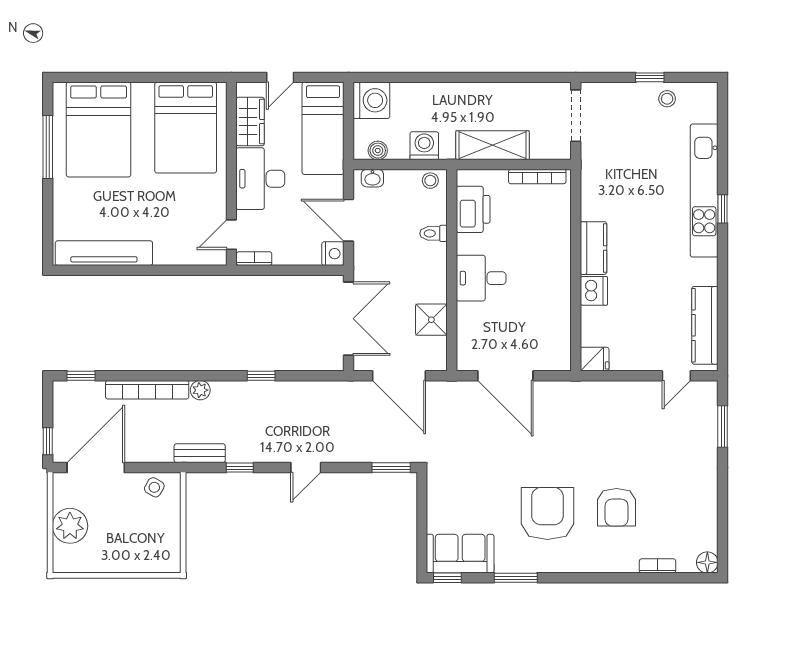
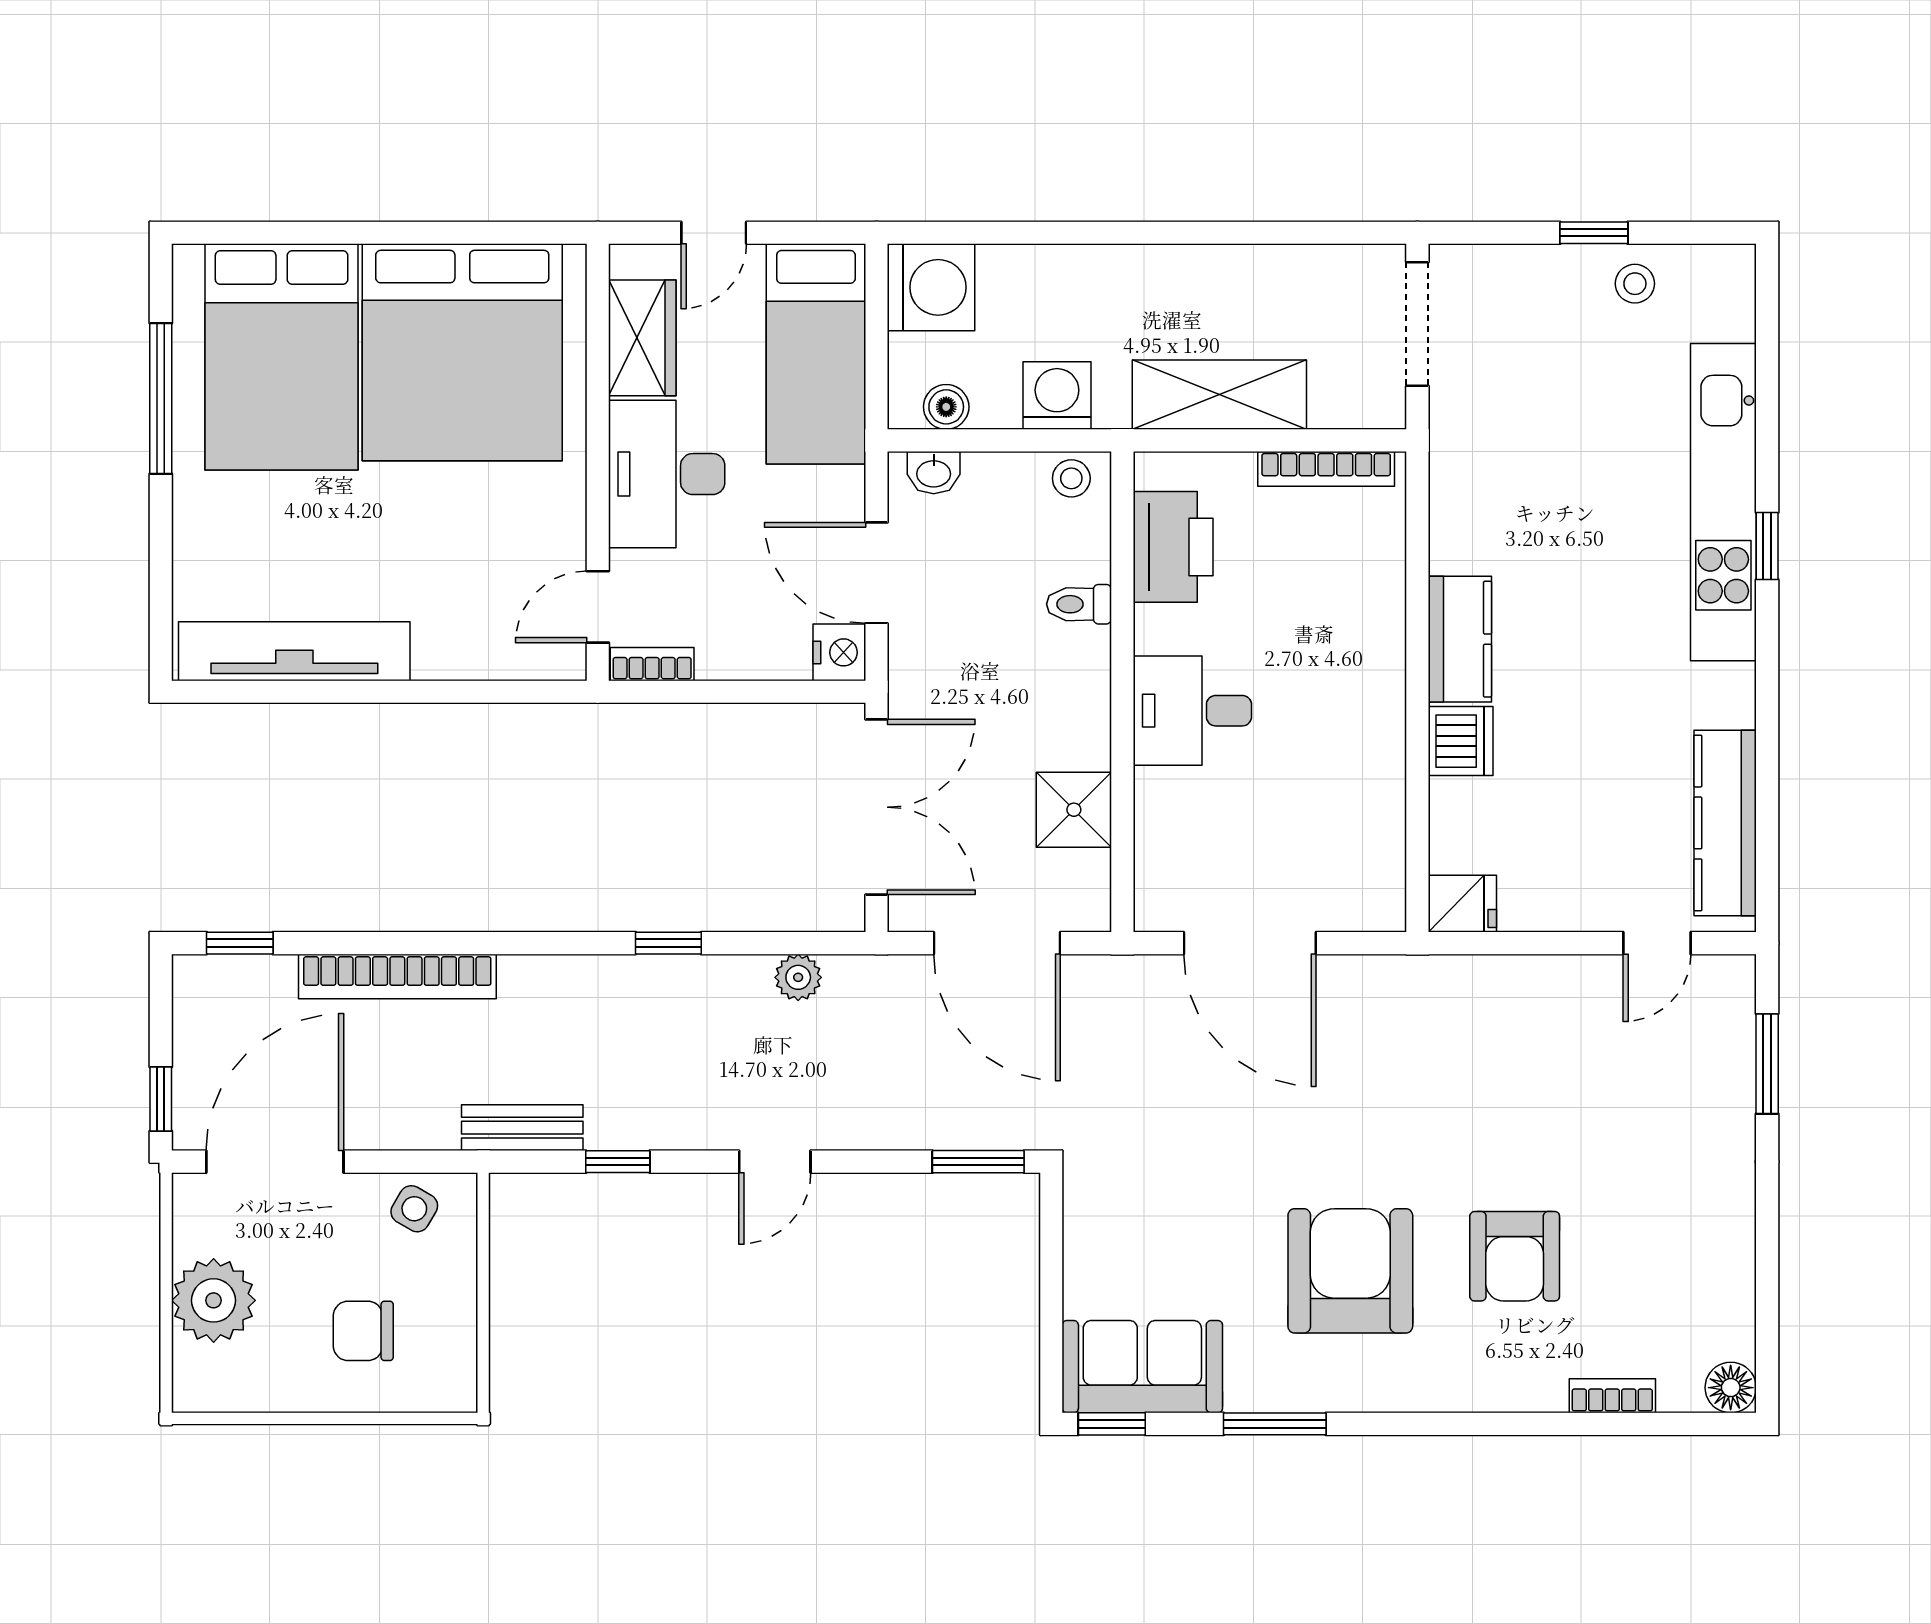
bed: (186, 128) -> (462, 352), width x1.36
plant: (200, 390) -> (798, 977), moved
chair: (133, 539) -> (363, 1331), added

